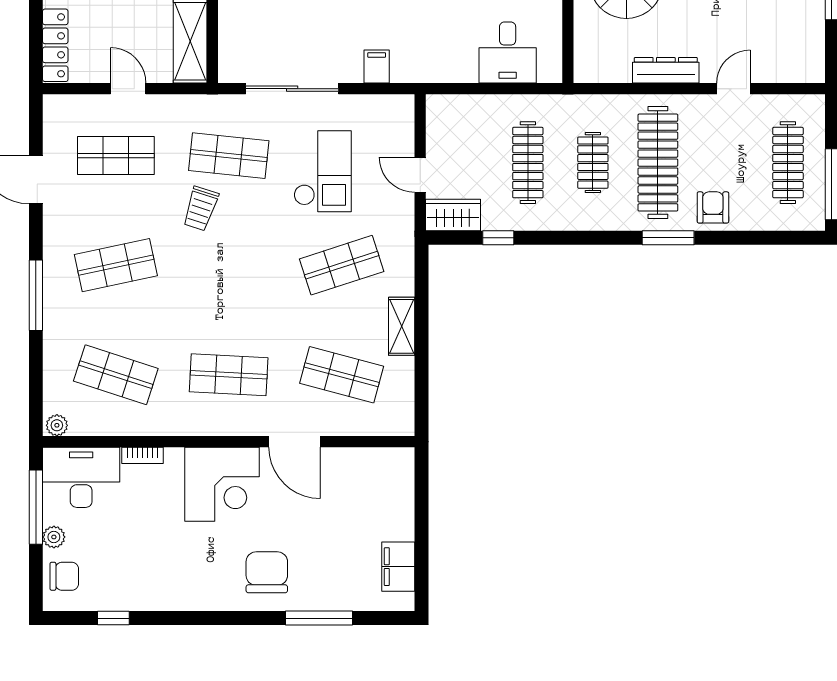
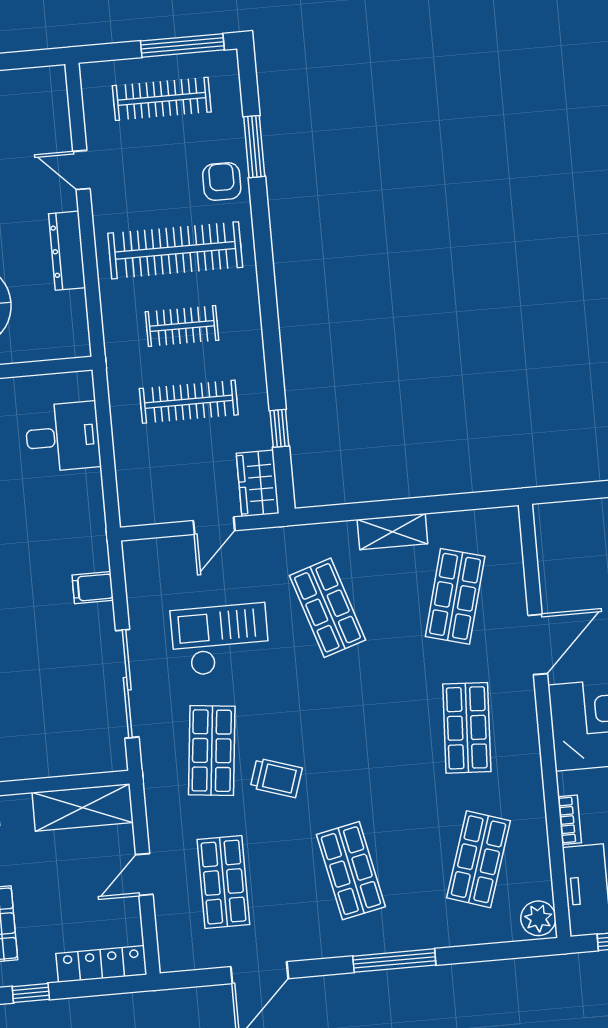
armchair: (713, 207) -> (222, 182), turned 90
window: (668, 238) -> (254, 147), moved
plant: (57, 425) -> (538, 918), width x1.38, depth x1.38

